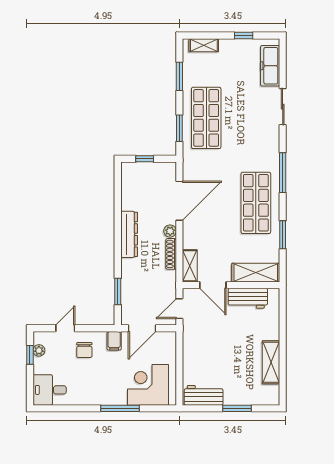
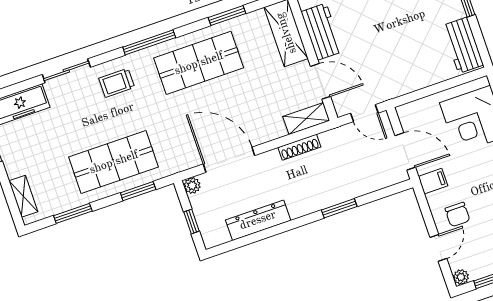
trolley: (262, 140) -> (117, 83), added
plant: (170, 231) -> (192, 185), moved
dresser: (129, 234) -> (258, 220), moved
door: (213, 285) -> (320, 81), hinge flipped
window: (118, 292) -> (339, 208), moved
door: (65, 328) -> (438, 248), swing flipped
plant: (39, 350) -> (461, 277), moved
chair: (84, 350) -> (457, 214), turned 90

